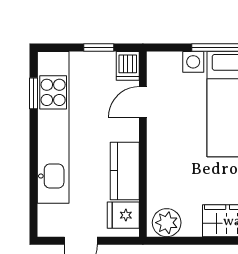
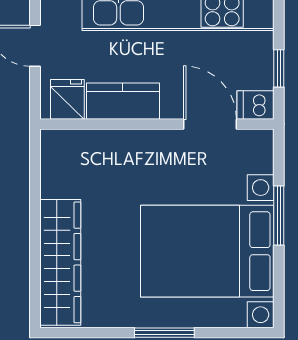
door: (143, 102) -> (210, 124), width x1.38
plant: (167, 223) -> (58, 154), removed

